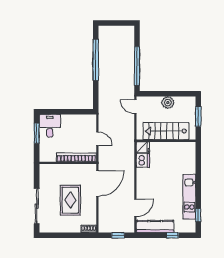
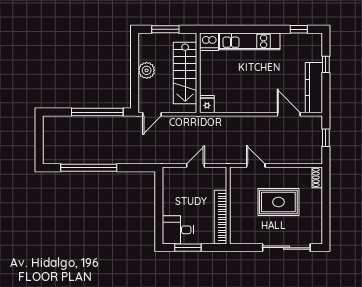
bookcase: (76, 157) -> (221, 217), moved
dishwasher: (143, 160) -> (209, 42), moved, turned 180
door: (97, 183) -> (256, 166), width x0.53
kitchen unit: (189, 197) -> (250, 41), moved

